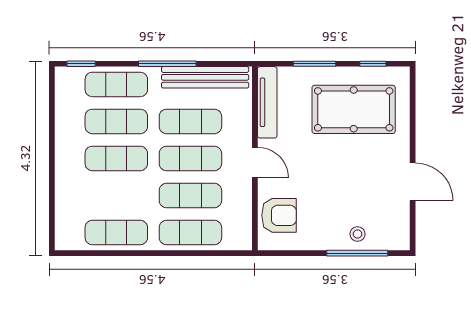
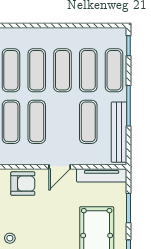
exercise mat: (190, 158) -> (37, 70), moved
armchair: (279, 215) -> (23, 184), turned -90

